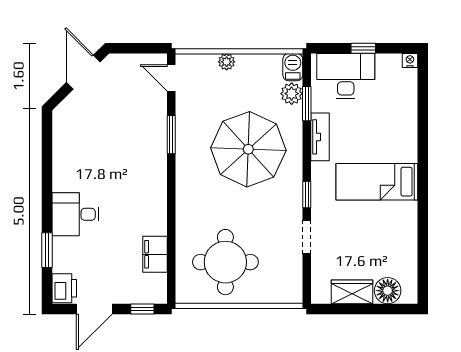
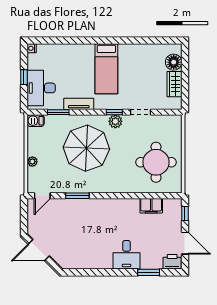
plant: (292, 94) -> (115, 121), moved

